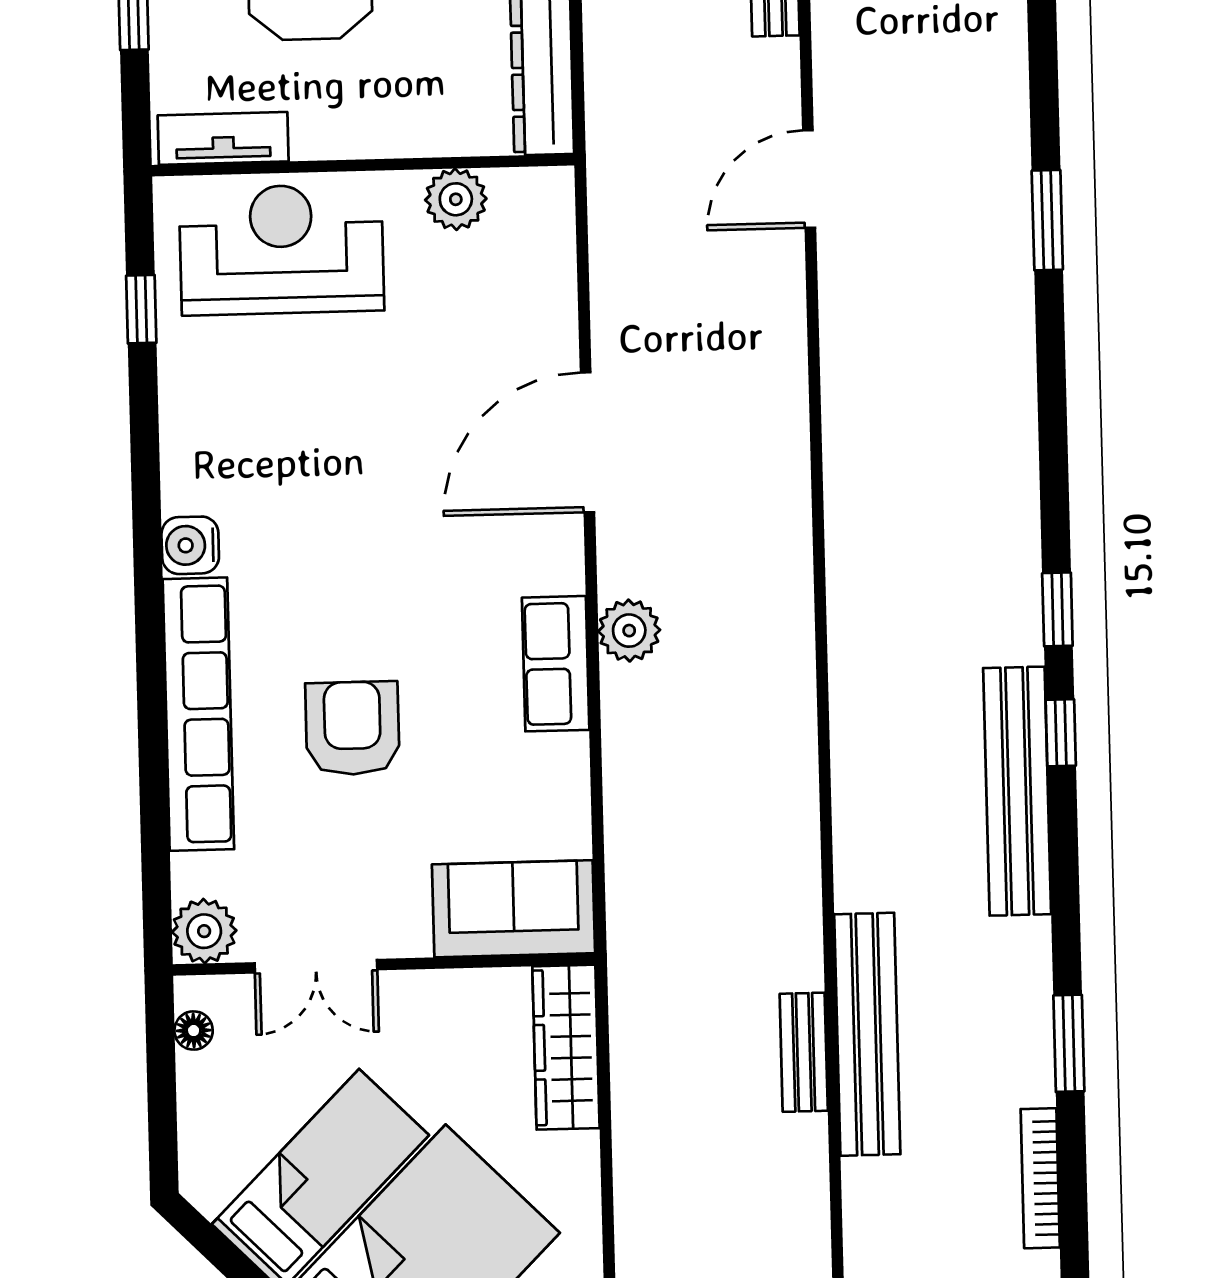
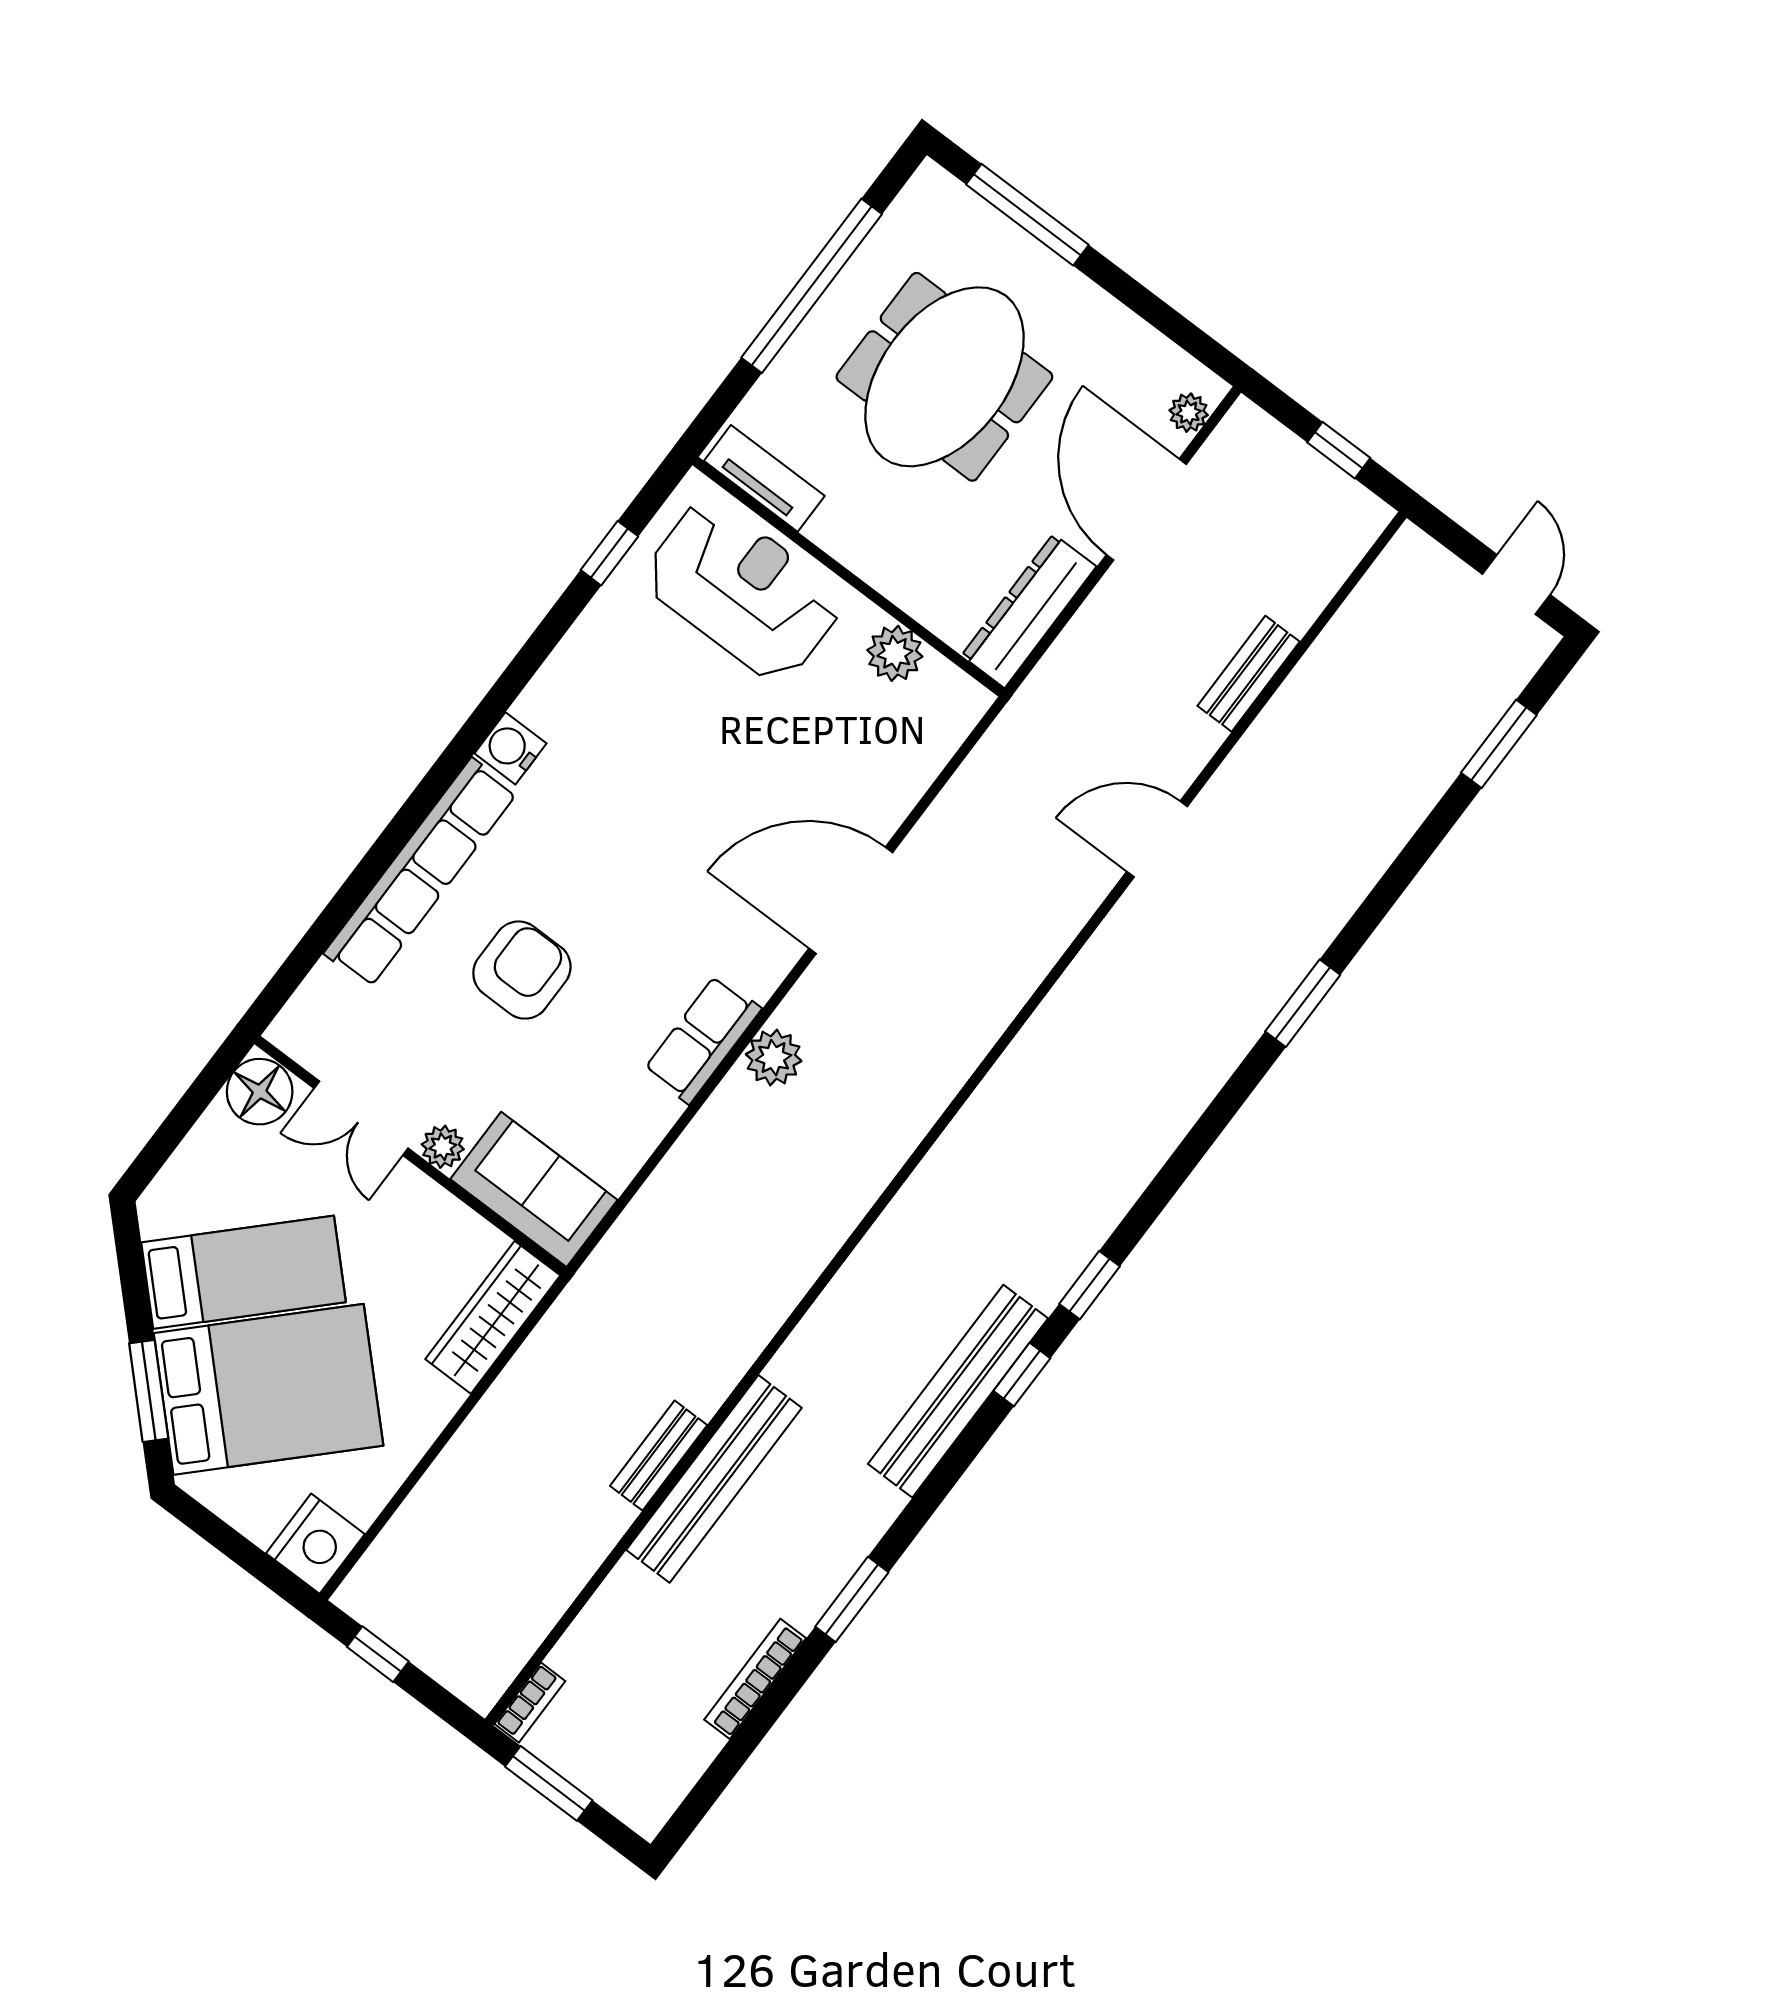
plant: (204, 931) -> (443, 1147), moved, width x0.73, depth x0.73
floor lamp: (194, 1031) -> (260, 1092), width x1.89, depth x1.89

